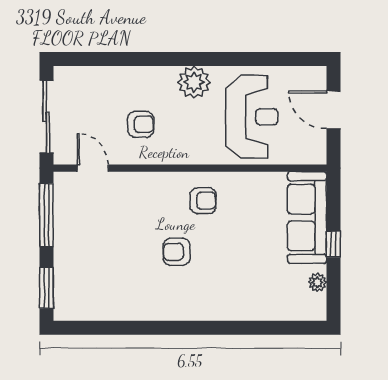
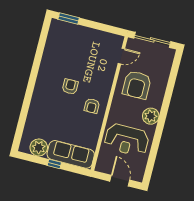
door: (333, 110) -> (120, 181), hinge flipped
armchair: (141, 124) -> (137, 85), width x1.88, depth x1.88
window: (46, 215) -> (104, 28), removed
plant: (317, 282) -> (39, 147), width x1.88, depth x1.88

